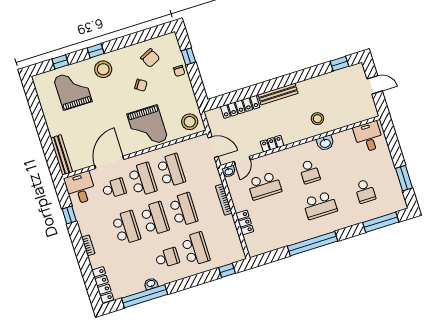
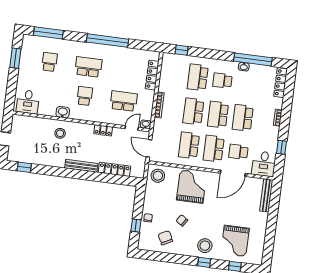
locker: (245, 223) -> (152, 75), width x1.53

